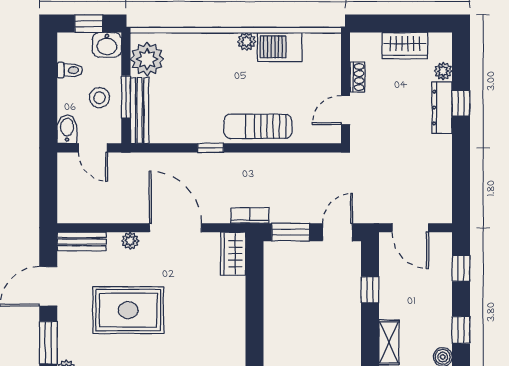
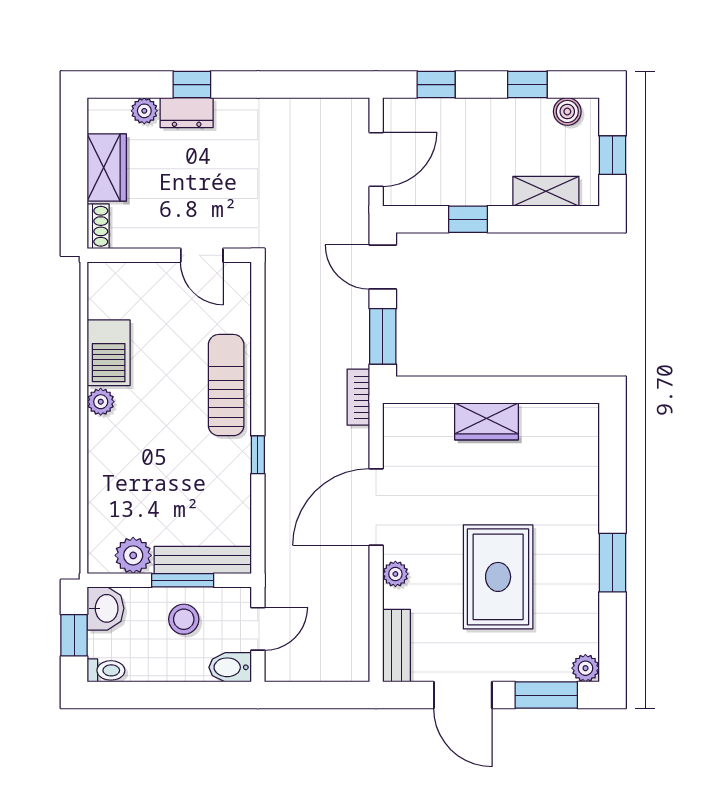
plant: (147, 59) -> (133, 555), width x0.73, depth x0.73
toilet: (70, 70) -> (106, 670), moved, turned 90
shoe rack: (357, 77) -> (98, 226), moved, turned 90
dresser: (442, 108) -> (187, 113), width x0.70
sun lounger: (258, 126) -> (226, 385), turned 180
wardrobe: (233, 254) -> (486, 421), moved

